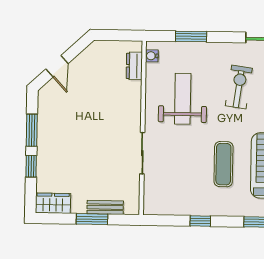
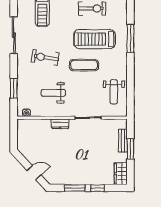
dresser: (134, 66) -> (60, 124), moved
weight bench: (183, 99) -> (53, 93), width x0.73, depth x0.75
exercise mat: (223, 164) -> (84, 65), moved
weight bench: (183, 195) -> (114, 92), added
window: (200, 221) -> (130, 80), removed

